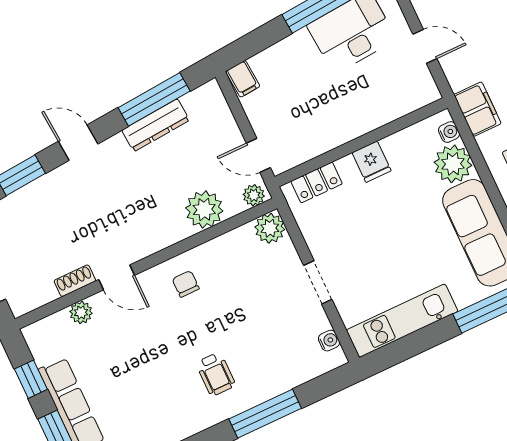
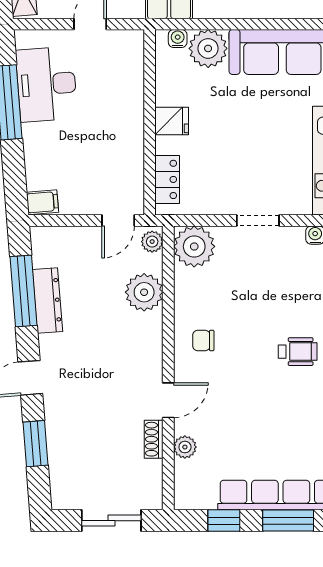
plant: (270, 228) -> (194, 246), width x1.36, depth x1.36

